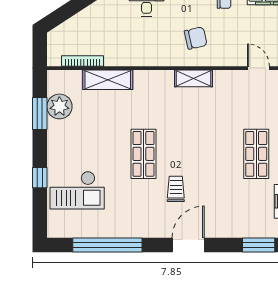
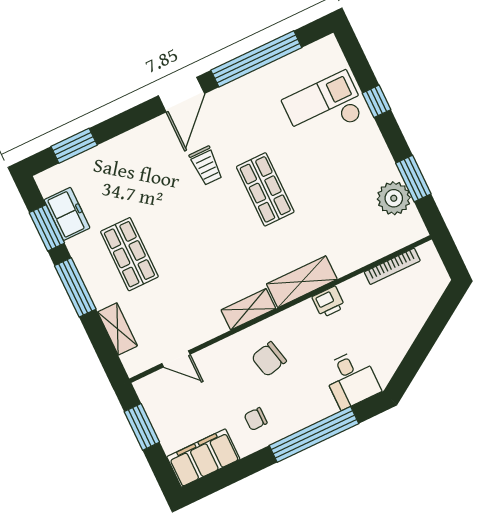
printer: (137, 57) -> (329, 302), added
shelving: (108, 80) -> (302, 282), moved
door: (188, 245) -> (181, 95), moved

